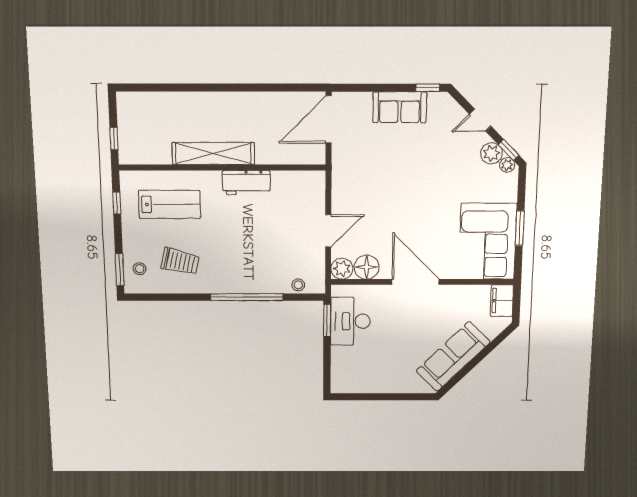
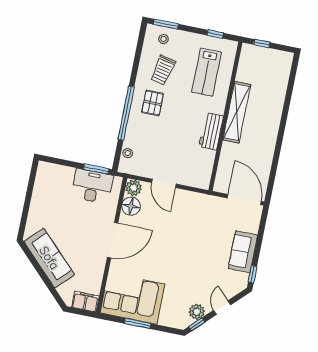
plant: (507, 165) -> (186, 322), removed
pallet: (226, 266) -> (153, 103), added

